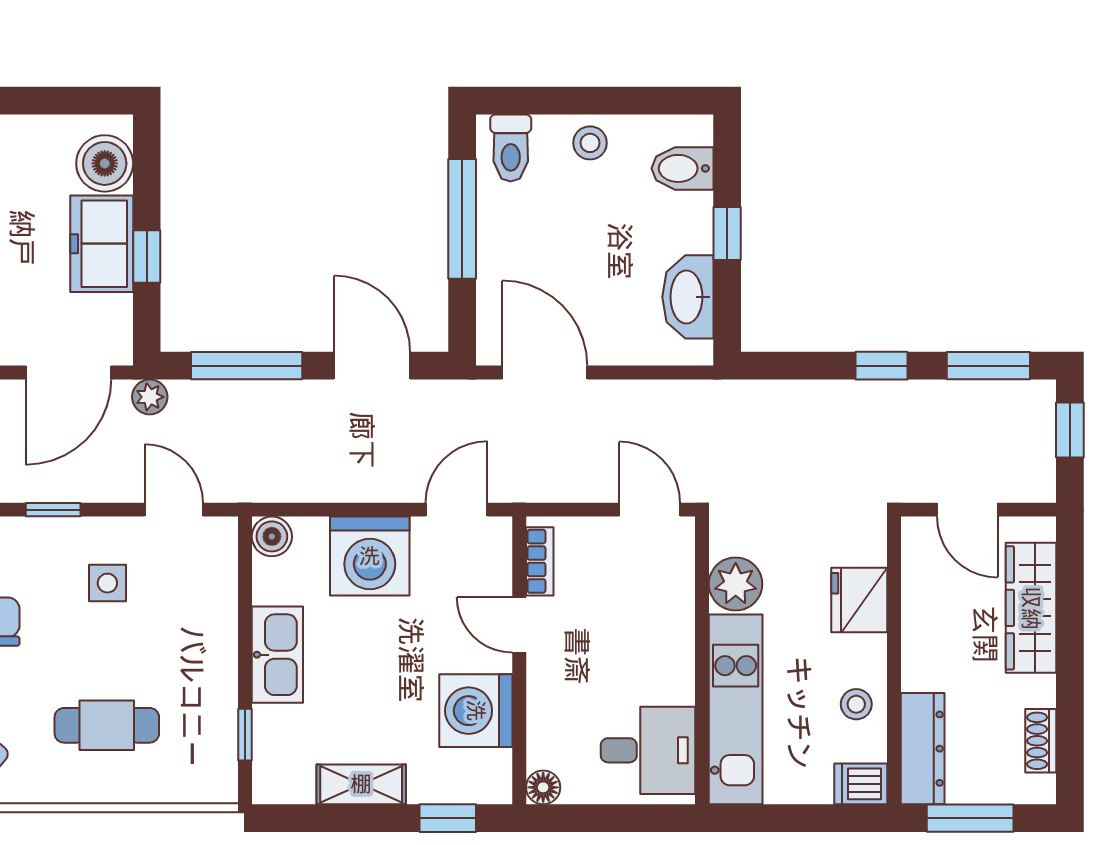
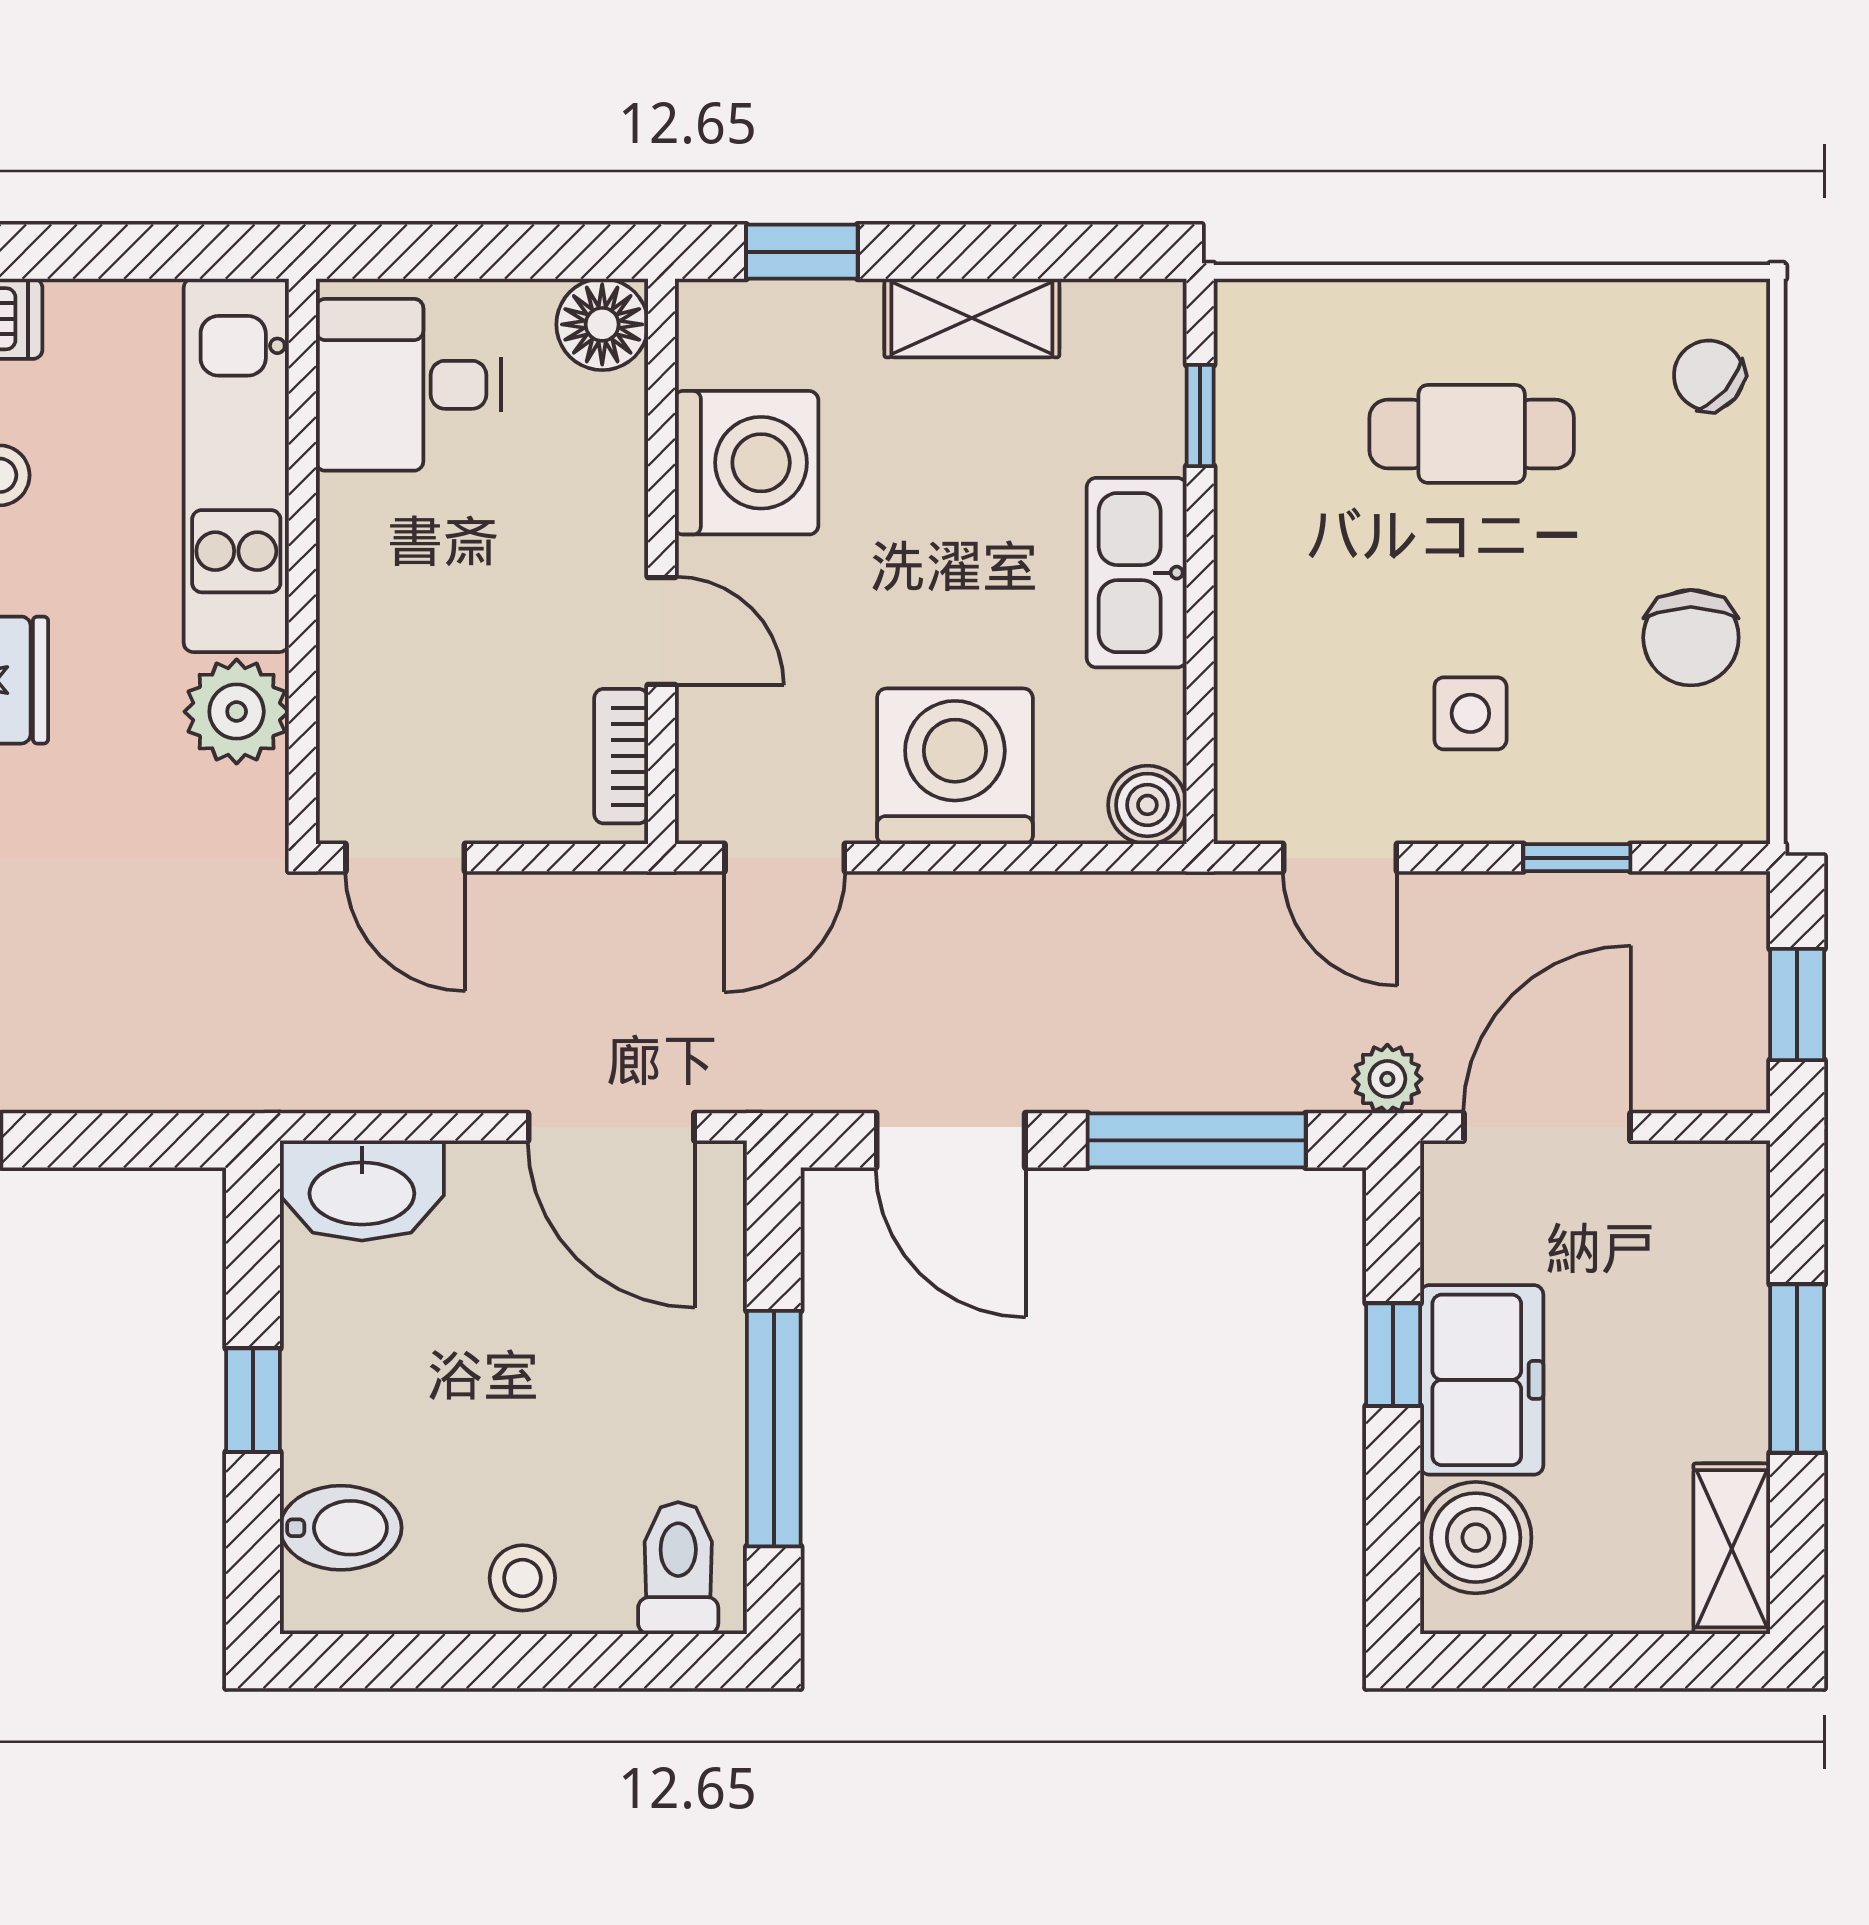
washbasin: (688, 297) -> (362, 1190), moved, turned 90
floor lamp: (543, 787) -> (602, 324), width x1.37, depth x1.37

